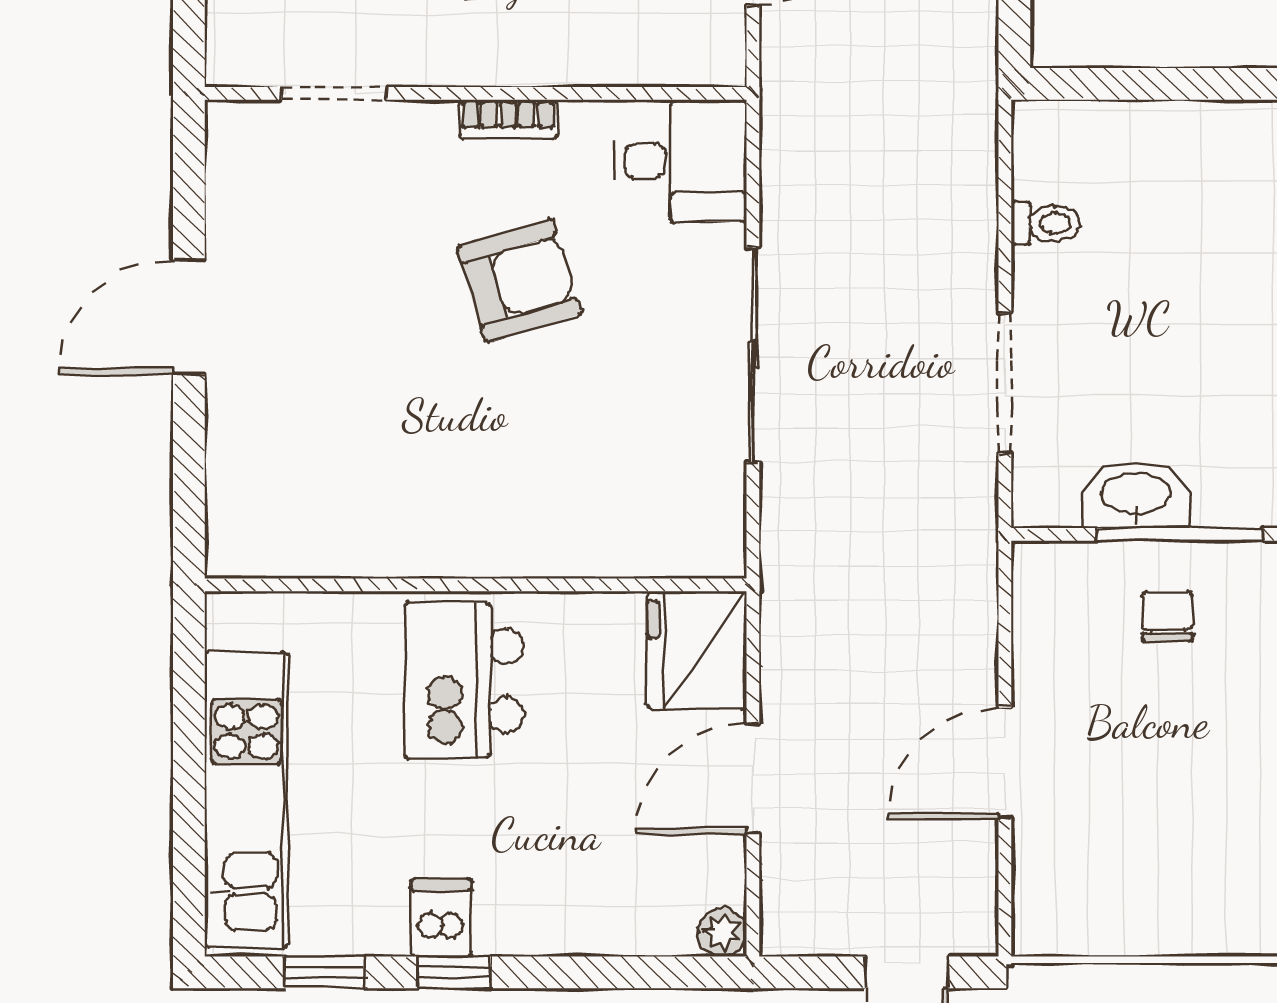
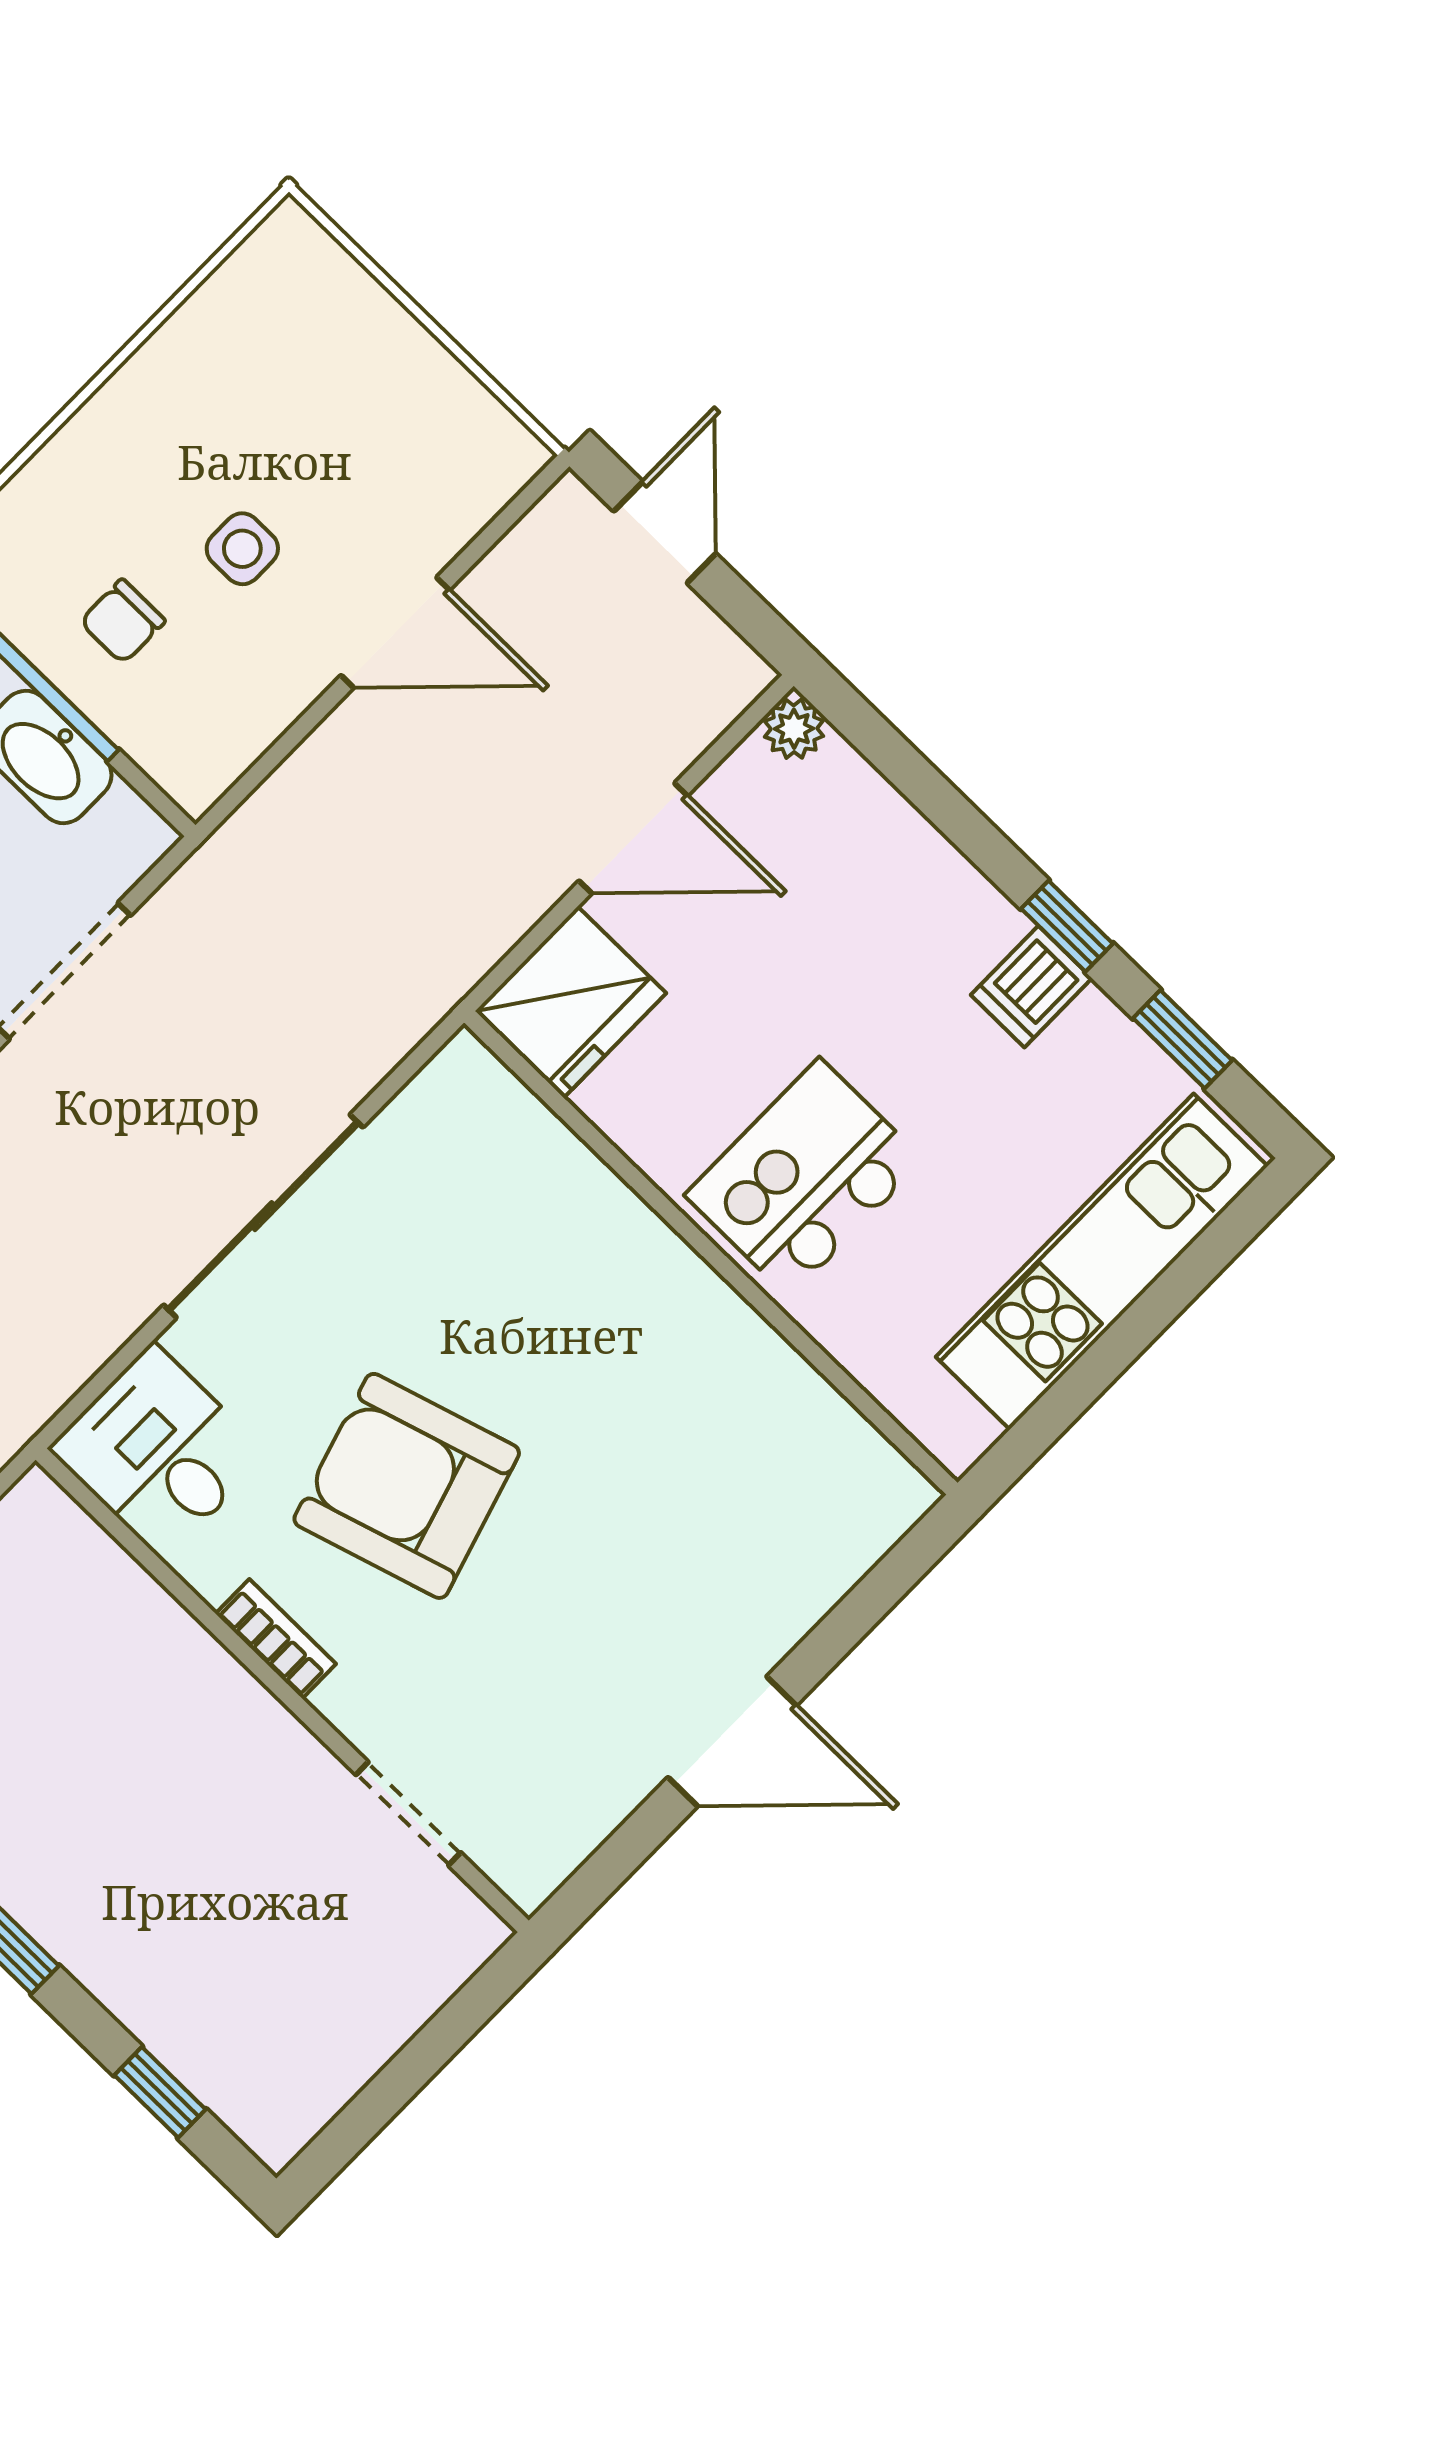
armchair: (519, 280) -> (407, 1486), width x1.36, depth x1.36
kitchen island: (464, 681) -> (804, 1178), turned 180
side table: (1140, 726) -> (242, 549), added

